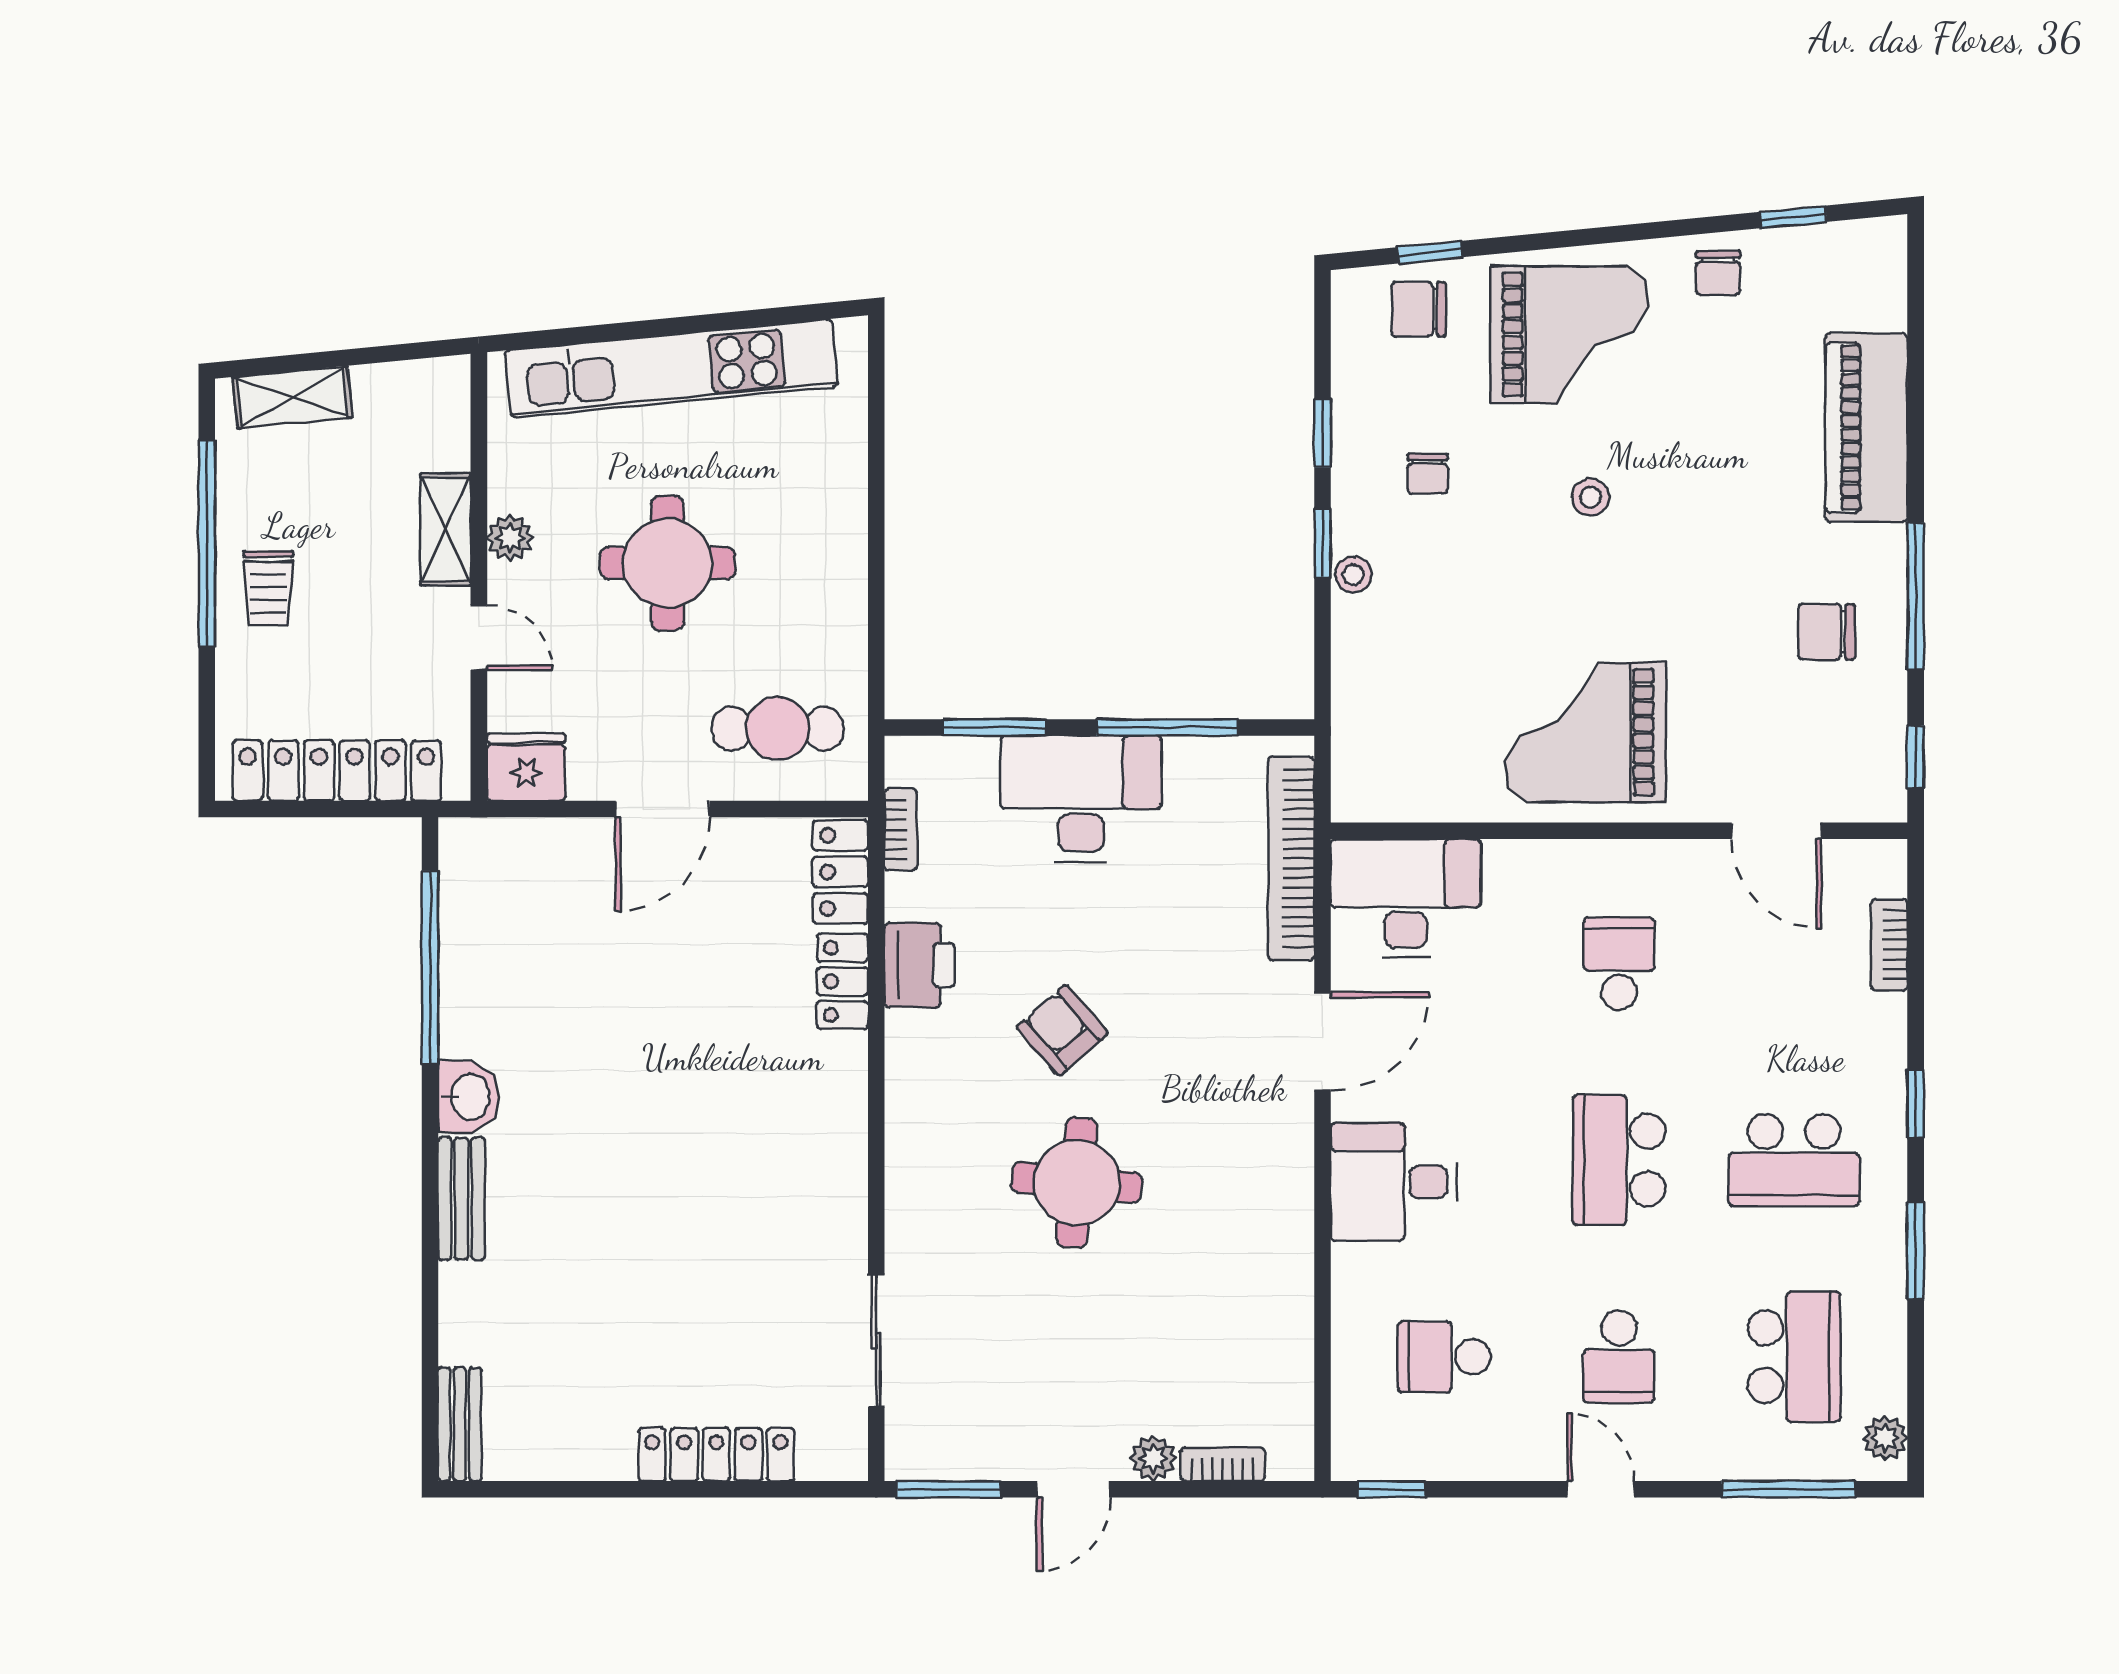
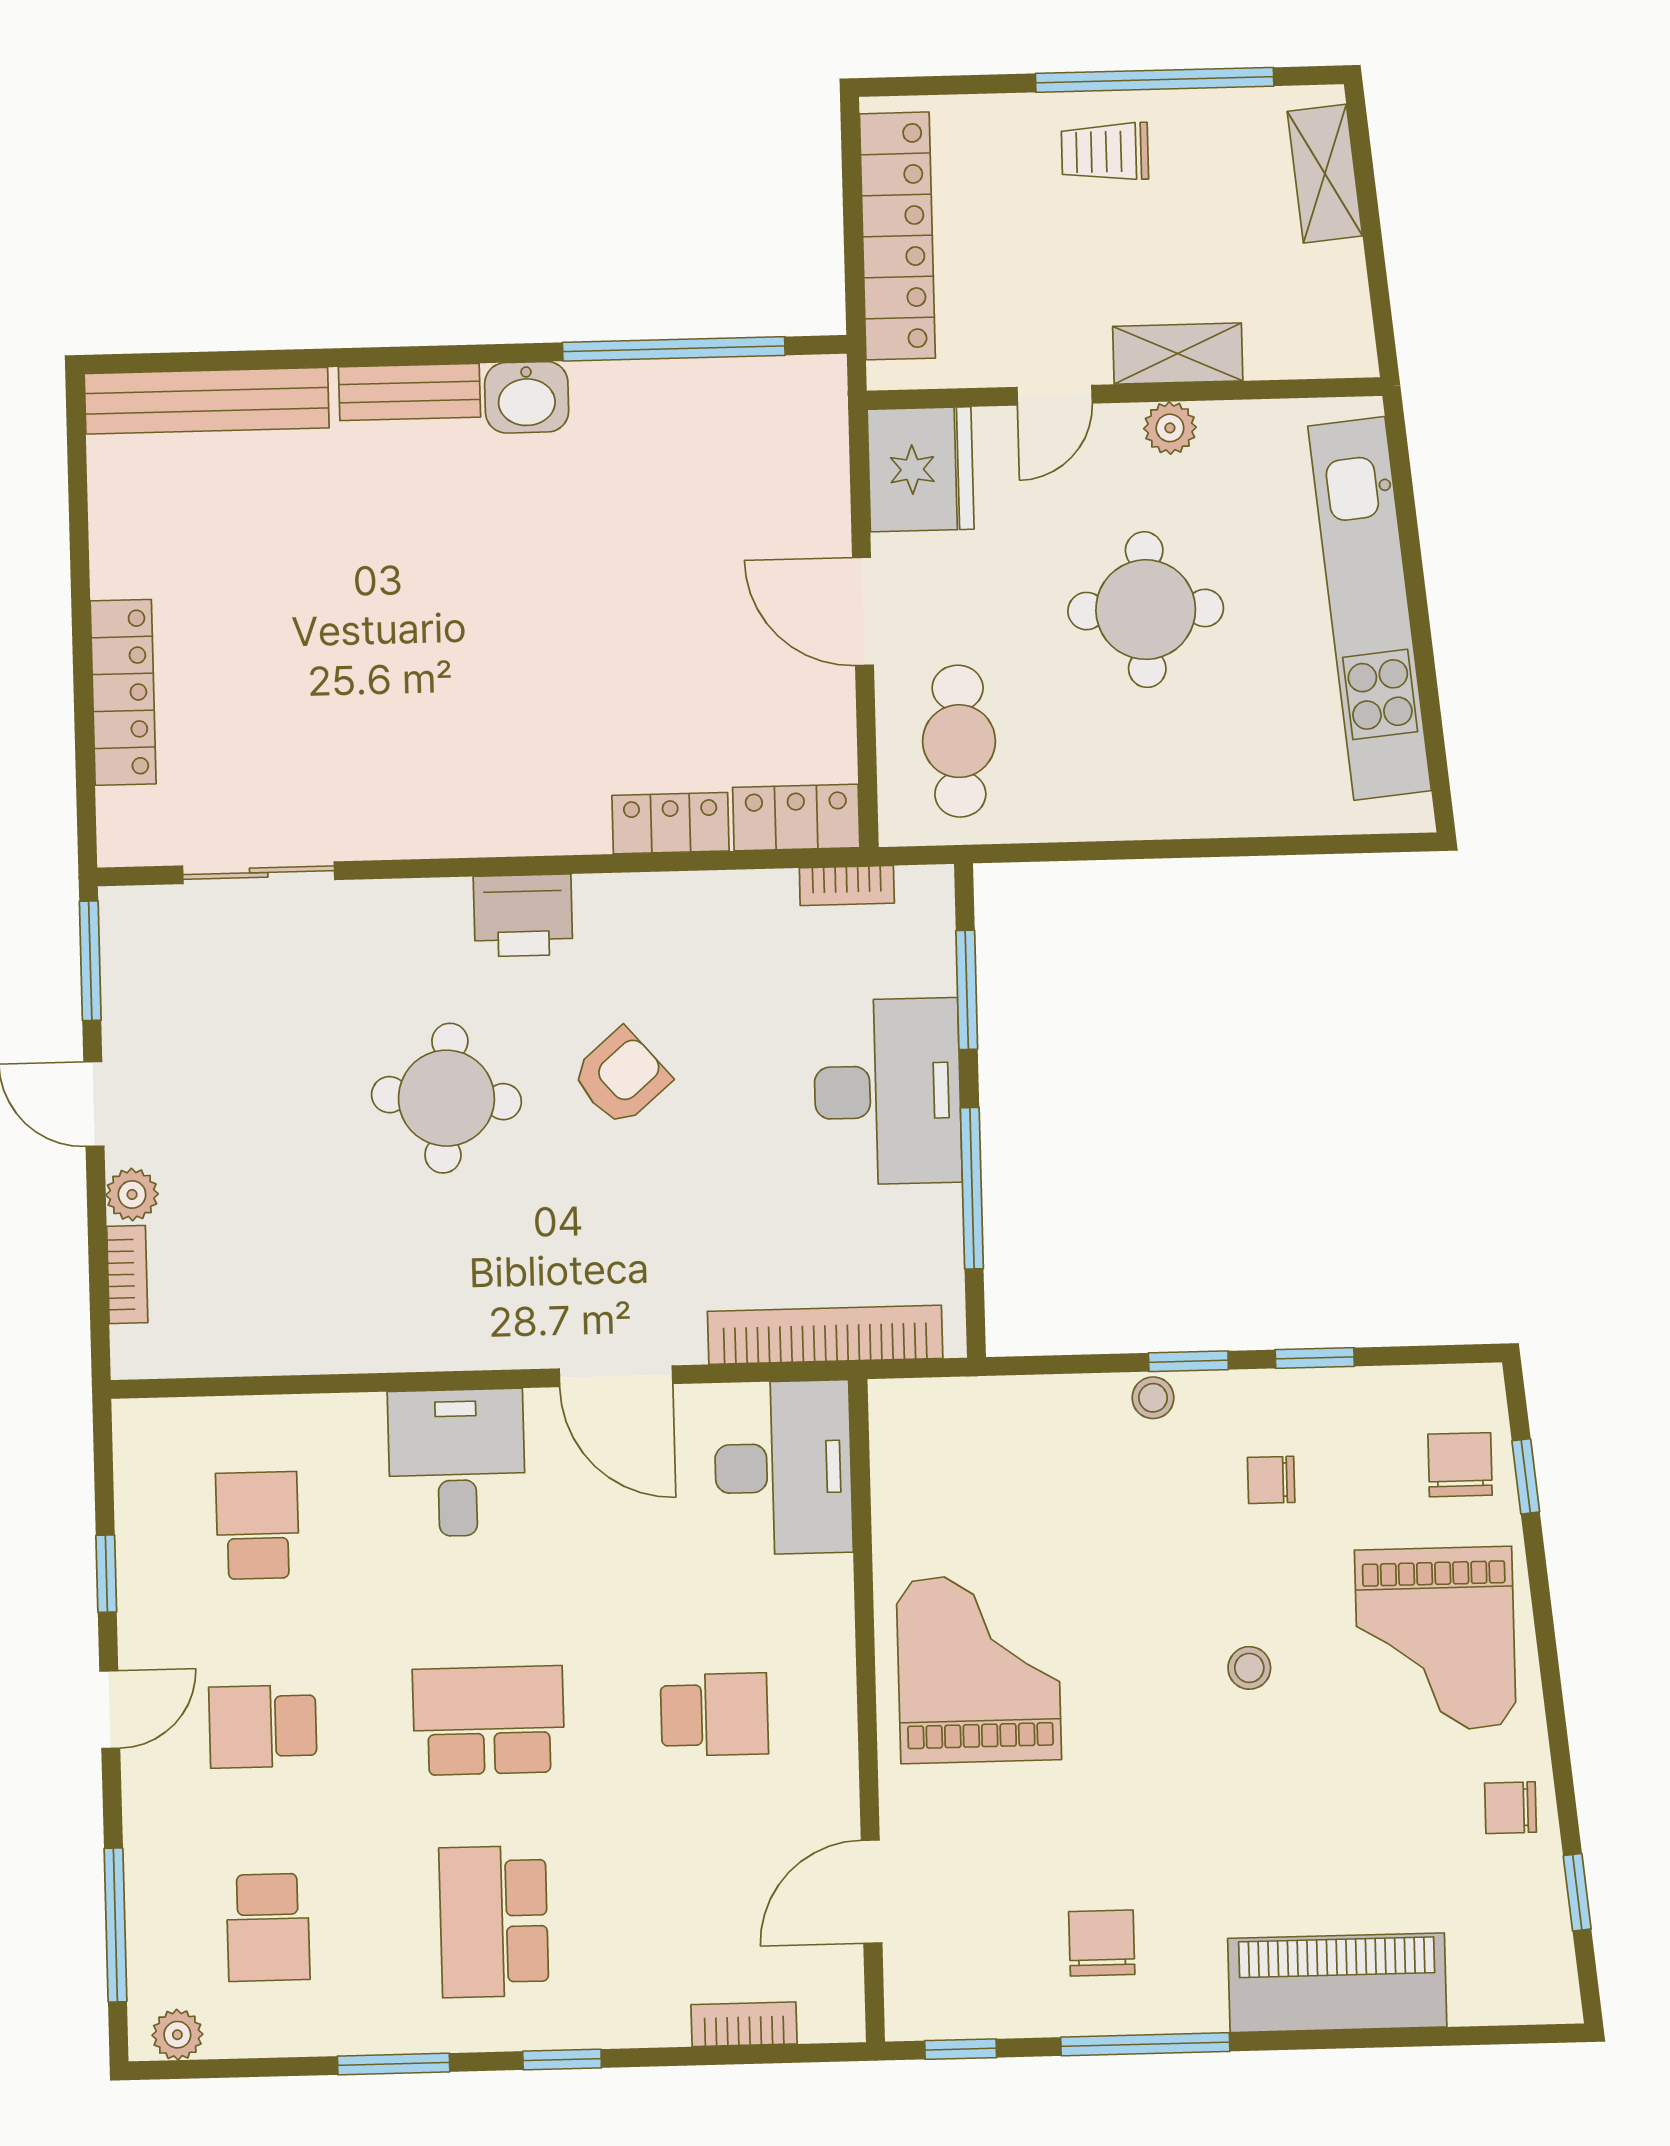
fridge: (526, 767) -> (921, 469), width x1.36, depth x1.34
printer: (919, 965) -> (523, 915), moved
school desk: (1794, 1357) -> (268, 1927), width x0.54
bench: (460, 1424) -> (207, 401), width x1.86, depth x1.21
window: (1392, 1489) -> (106, 1574), moved

